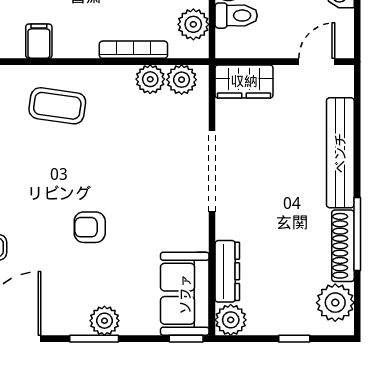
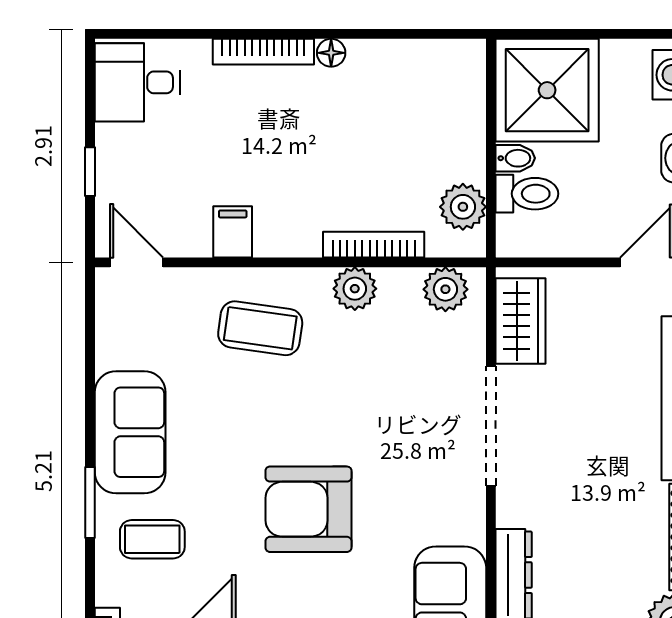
plant: (150, 79) -> (355, 289), moved
wardrobe: (244, 81) -> (520, 321), moved, turned -90
armchair: (90, 227) -> (308, 509), width x1.88, depth x1.88

